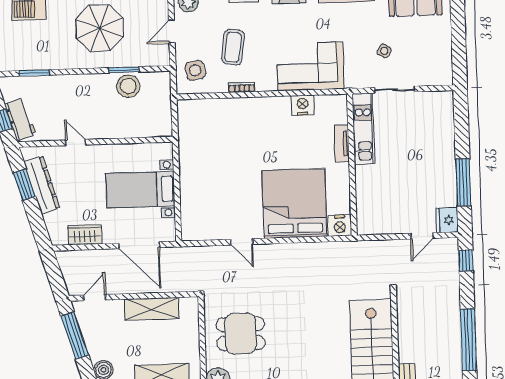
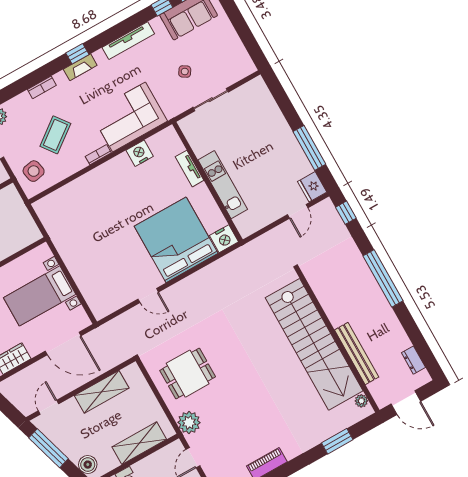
coffee table: (233, 47) -> (55, 135), turned 45
bookcase: (242, 87) -> (98, 155), moved
kitchen unit: (363, 129) -> (223, 185), moved

